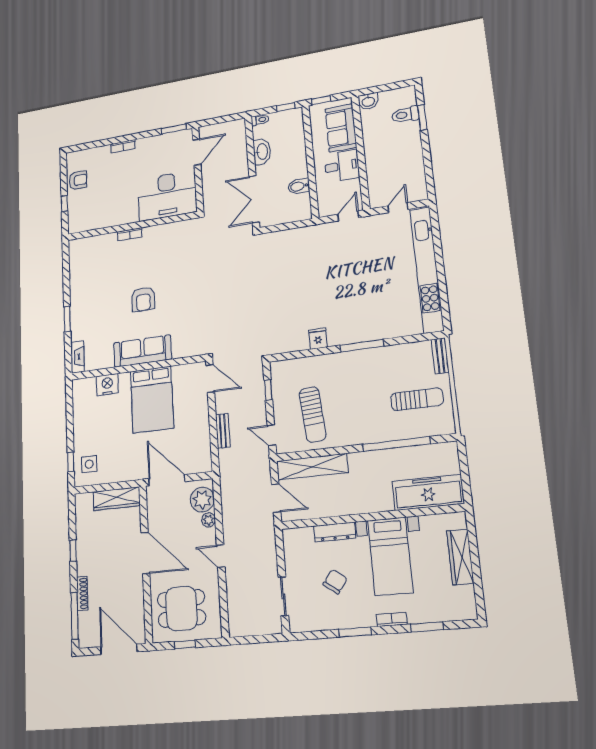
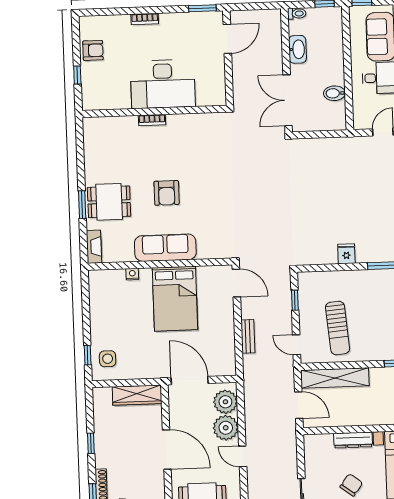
desk: (167, 196) -> (163, 84), moved
dining table: (91, 314) -> (109, 202), added
nightstand: (107, 385) -> (132, 274), width x0.53, depth x0.56
plant: (209, 520) -> (226, 428), width x1.87, depth x1.87

